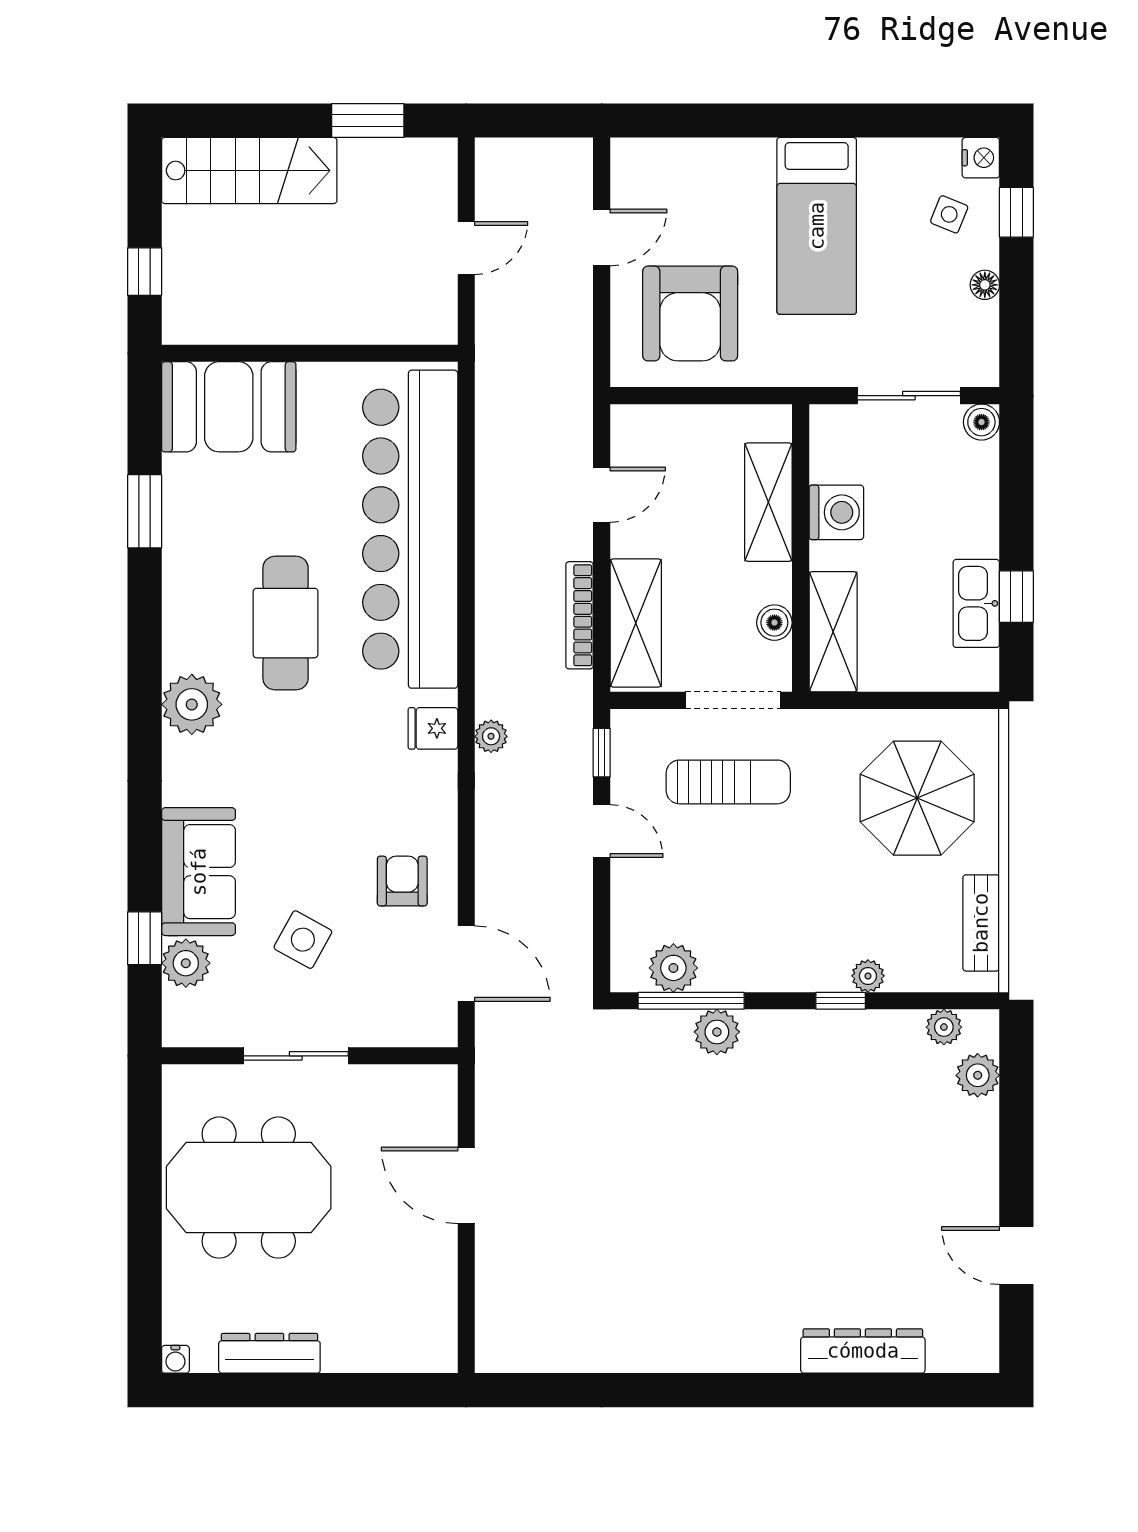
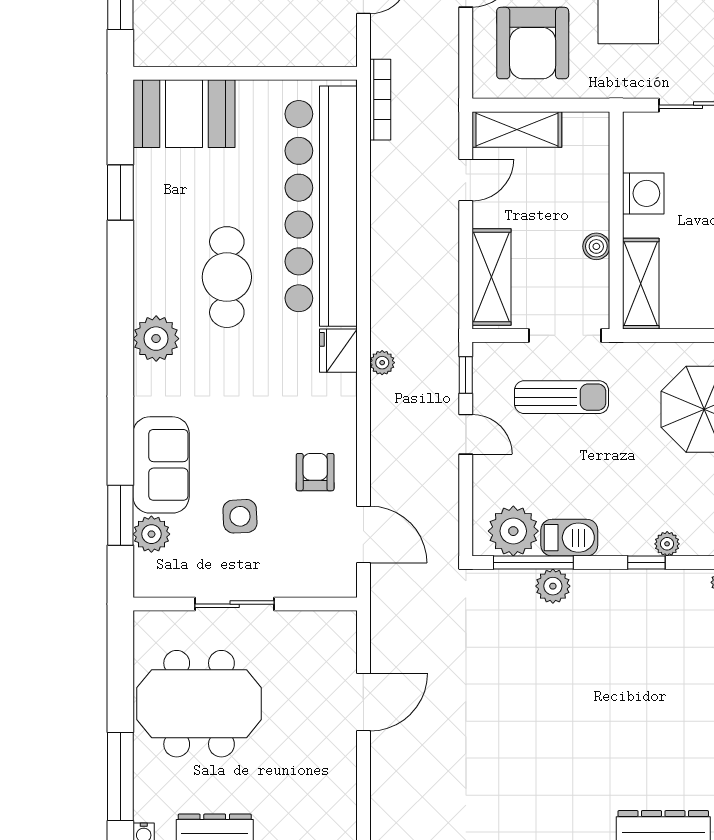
shelving: (768, 502) -> (517, 129), moved, turned 90
bookcase: (579, 615) -> (380, 100), moved, turned 180
boiler: (774, 623) -> (596, 246), moved
fridge: (433, 728) -> (338, 351), width x1.38
window: (145, 938) -> (120, 515), width x1.50
side table: (303, 940) -> (240, 516), turned -32
plant: (673, 968) -> (513, 531), width x1.36, depth x1.36
barbecue: (739, 968) -> (569, 538), added
door: (466, 1185) -> (363, 702), swing flipped
window: (145, 1284) -> (120, 777), added

